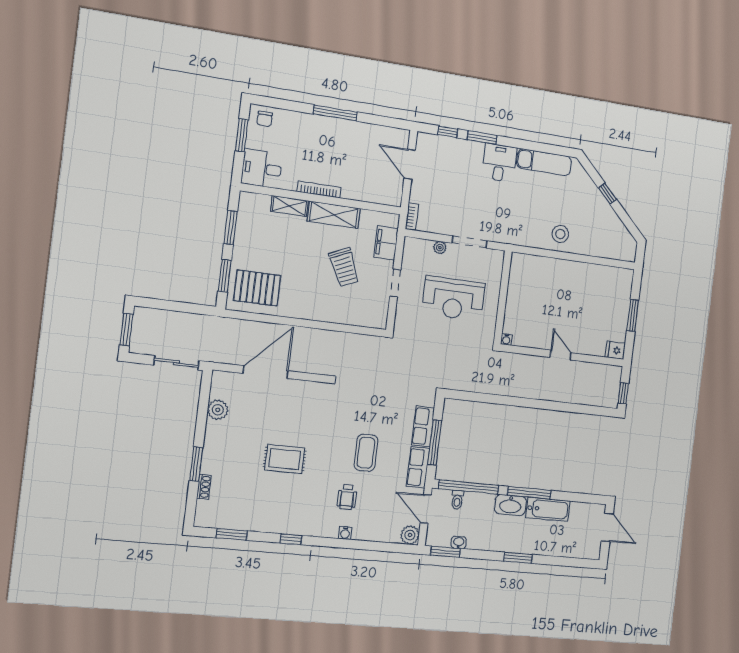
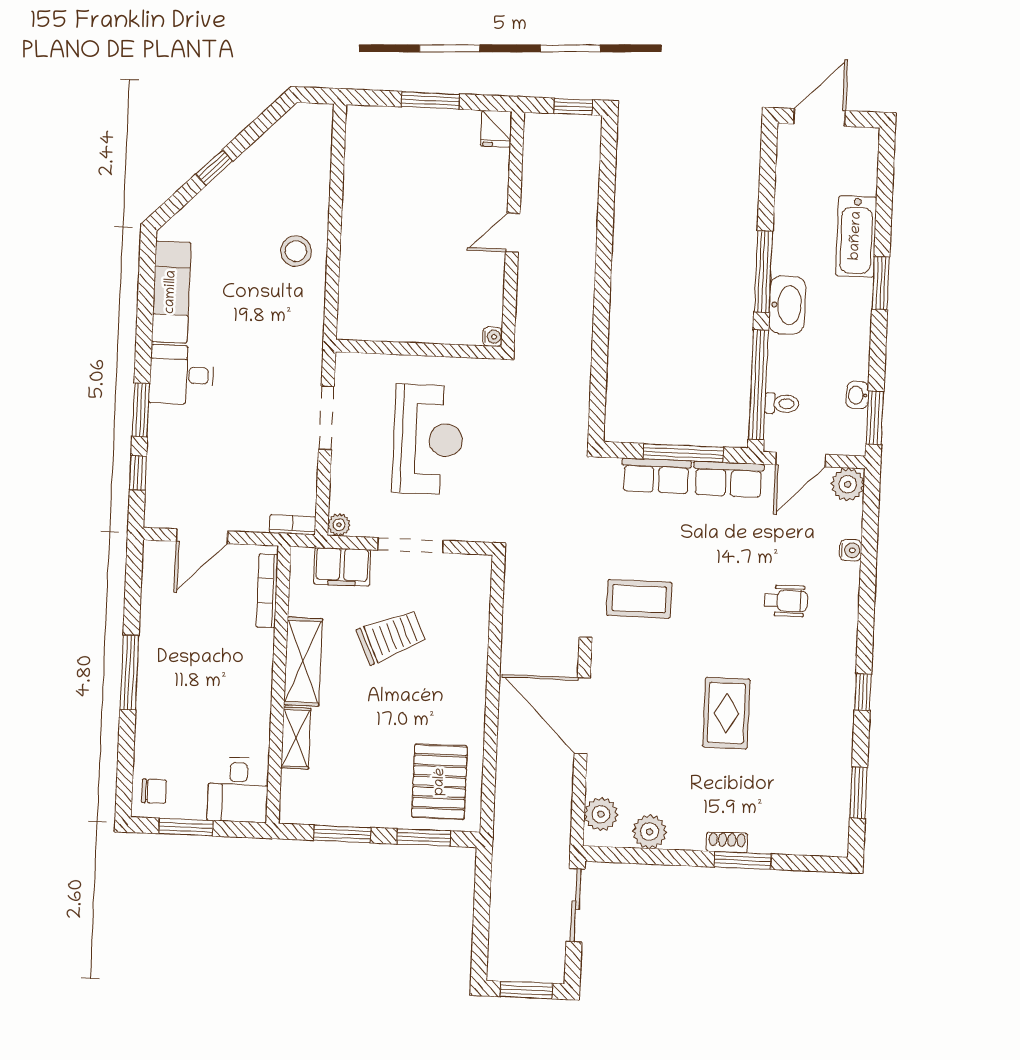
bookcase: (319, 190) -> (267, 591), moved
plant: (440, 248) -> (339, 525), moved
doorway: (395, 283) -> (410, 545), width x1.38
door: (266, 372) -> (582, 716), moved
plant: (231, 382) -> (601, 814), added
coffee table: (366, 453) -> (639, 599), moved
shoe rack: (204, 487) -> (727, 842), moved
bathtub: (548, 509) -> (856, 236), moved, turned 180
water cooler: (345, 533) -> (851, 550), moved

